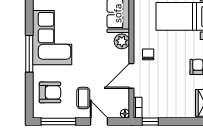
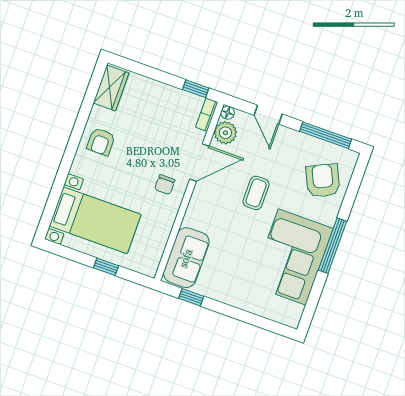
plant: (122, 41) -> (225, 133), moved
armchair: (50, 92) -> (323, 181), turned 65
coffee table: (83, 98) -> (256, 193), moved

